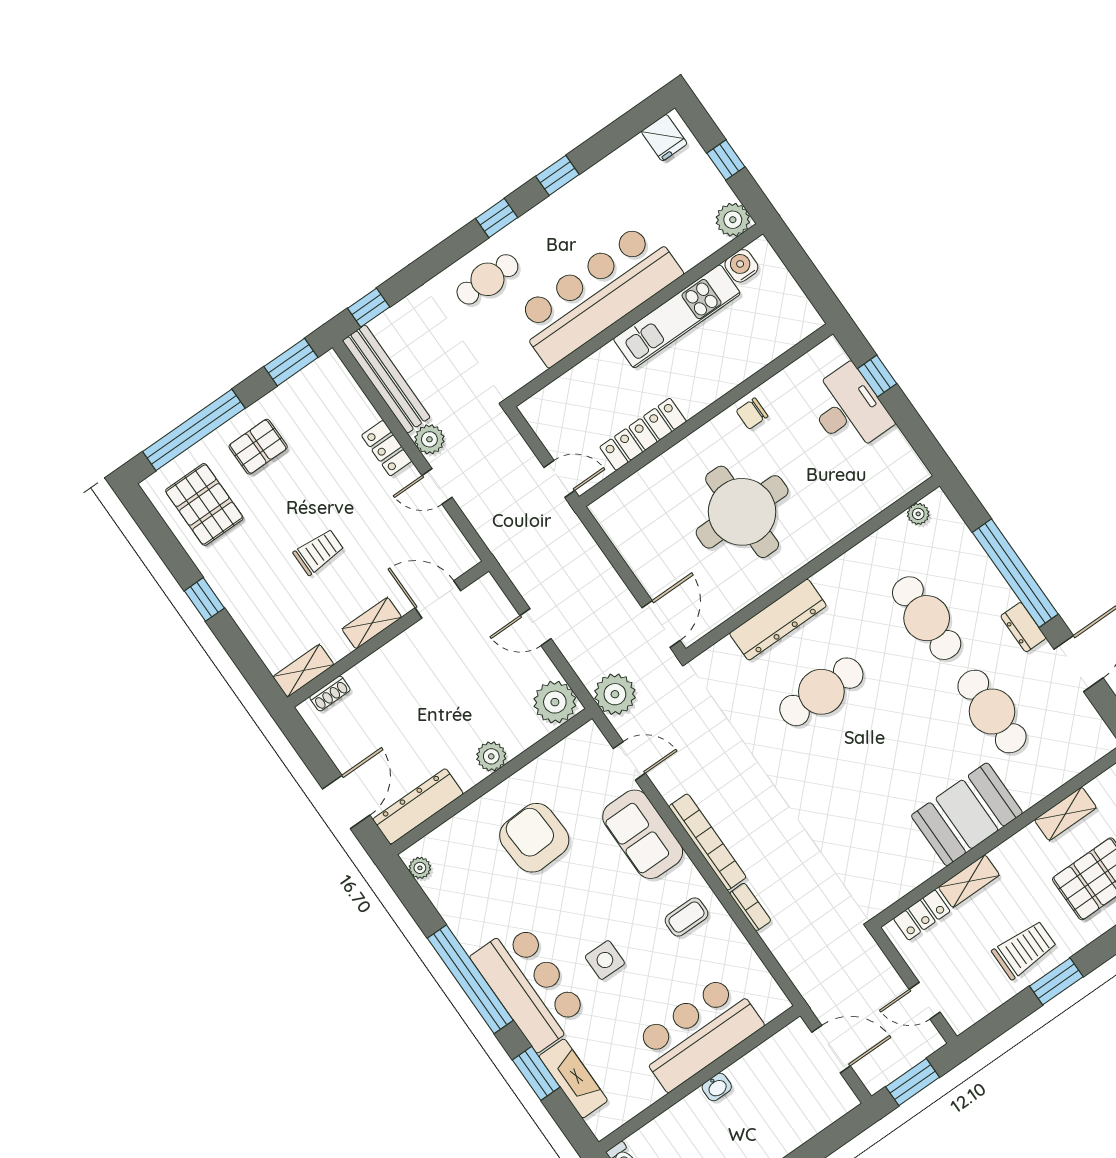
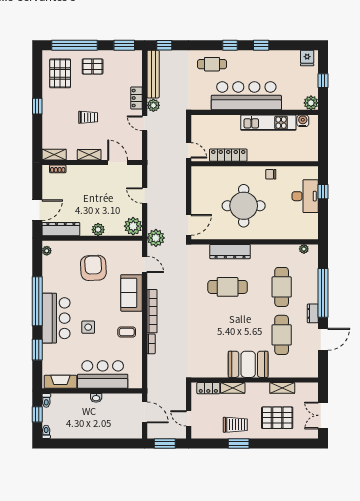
fireplace: (573, 1078) -> (60, 382), moved, turned -90

